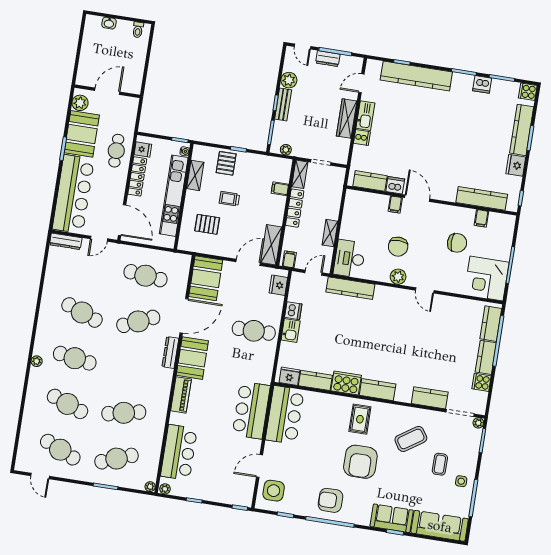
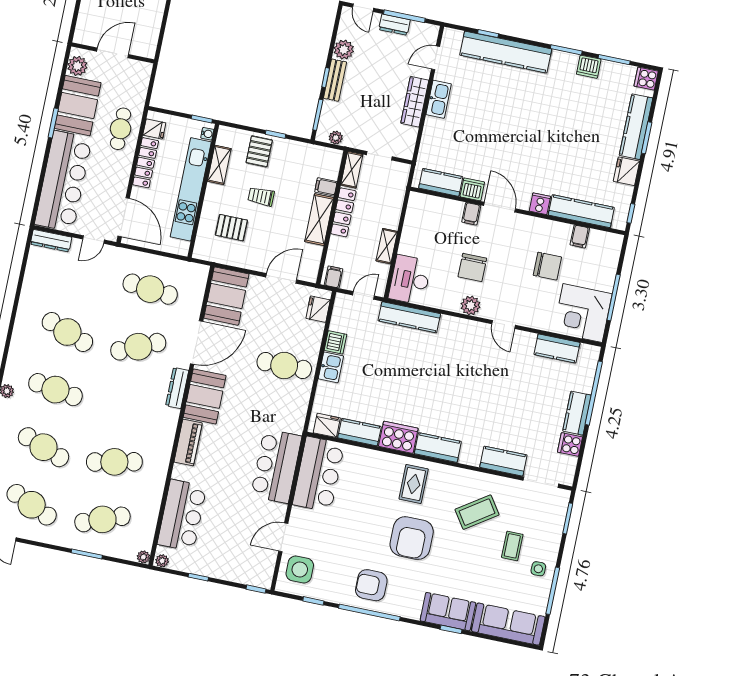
cooker: (362, 137) -> (540, 204), moved, turned -90
shelving: (271, 245) -> (319, 220), moved
kitchen counter: (491, 324) -> (557, 349), moved, turned -90
plant: (478, 423) -> (564, 496), removed

